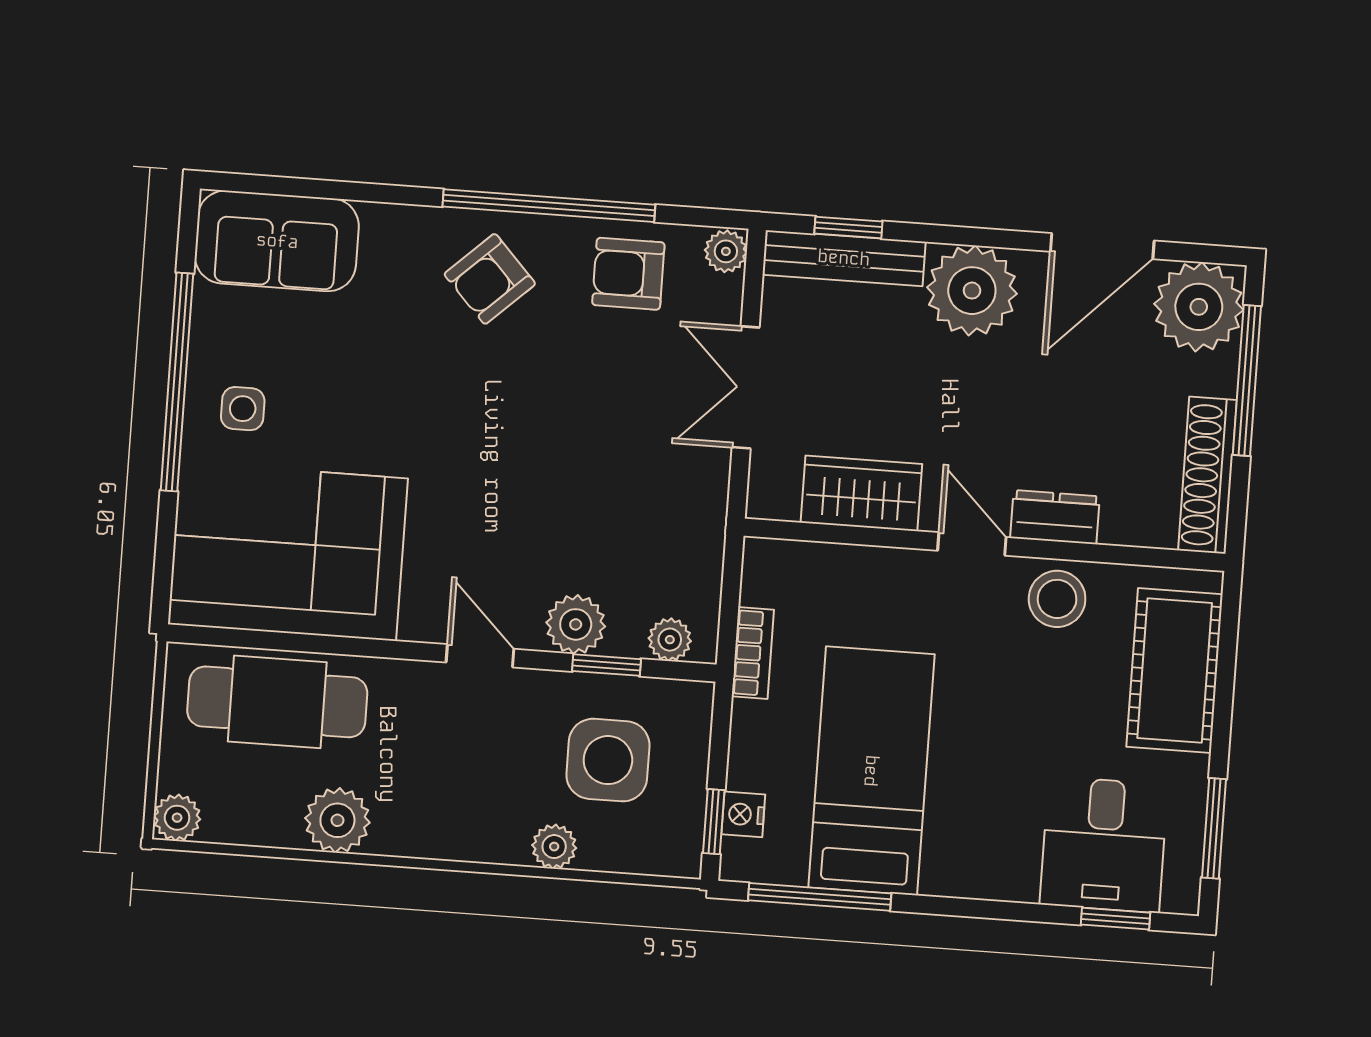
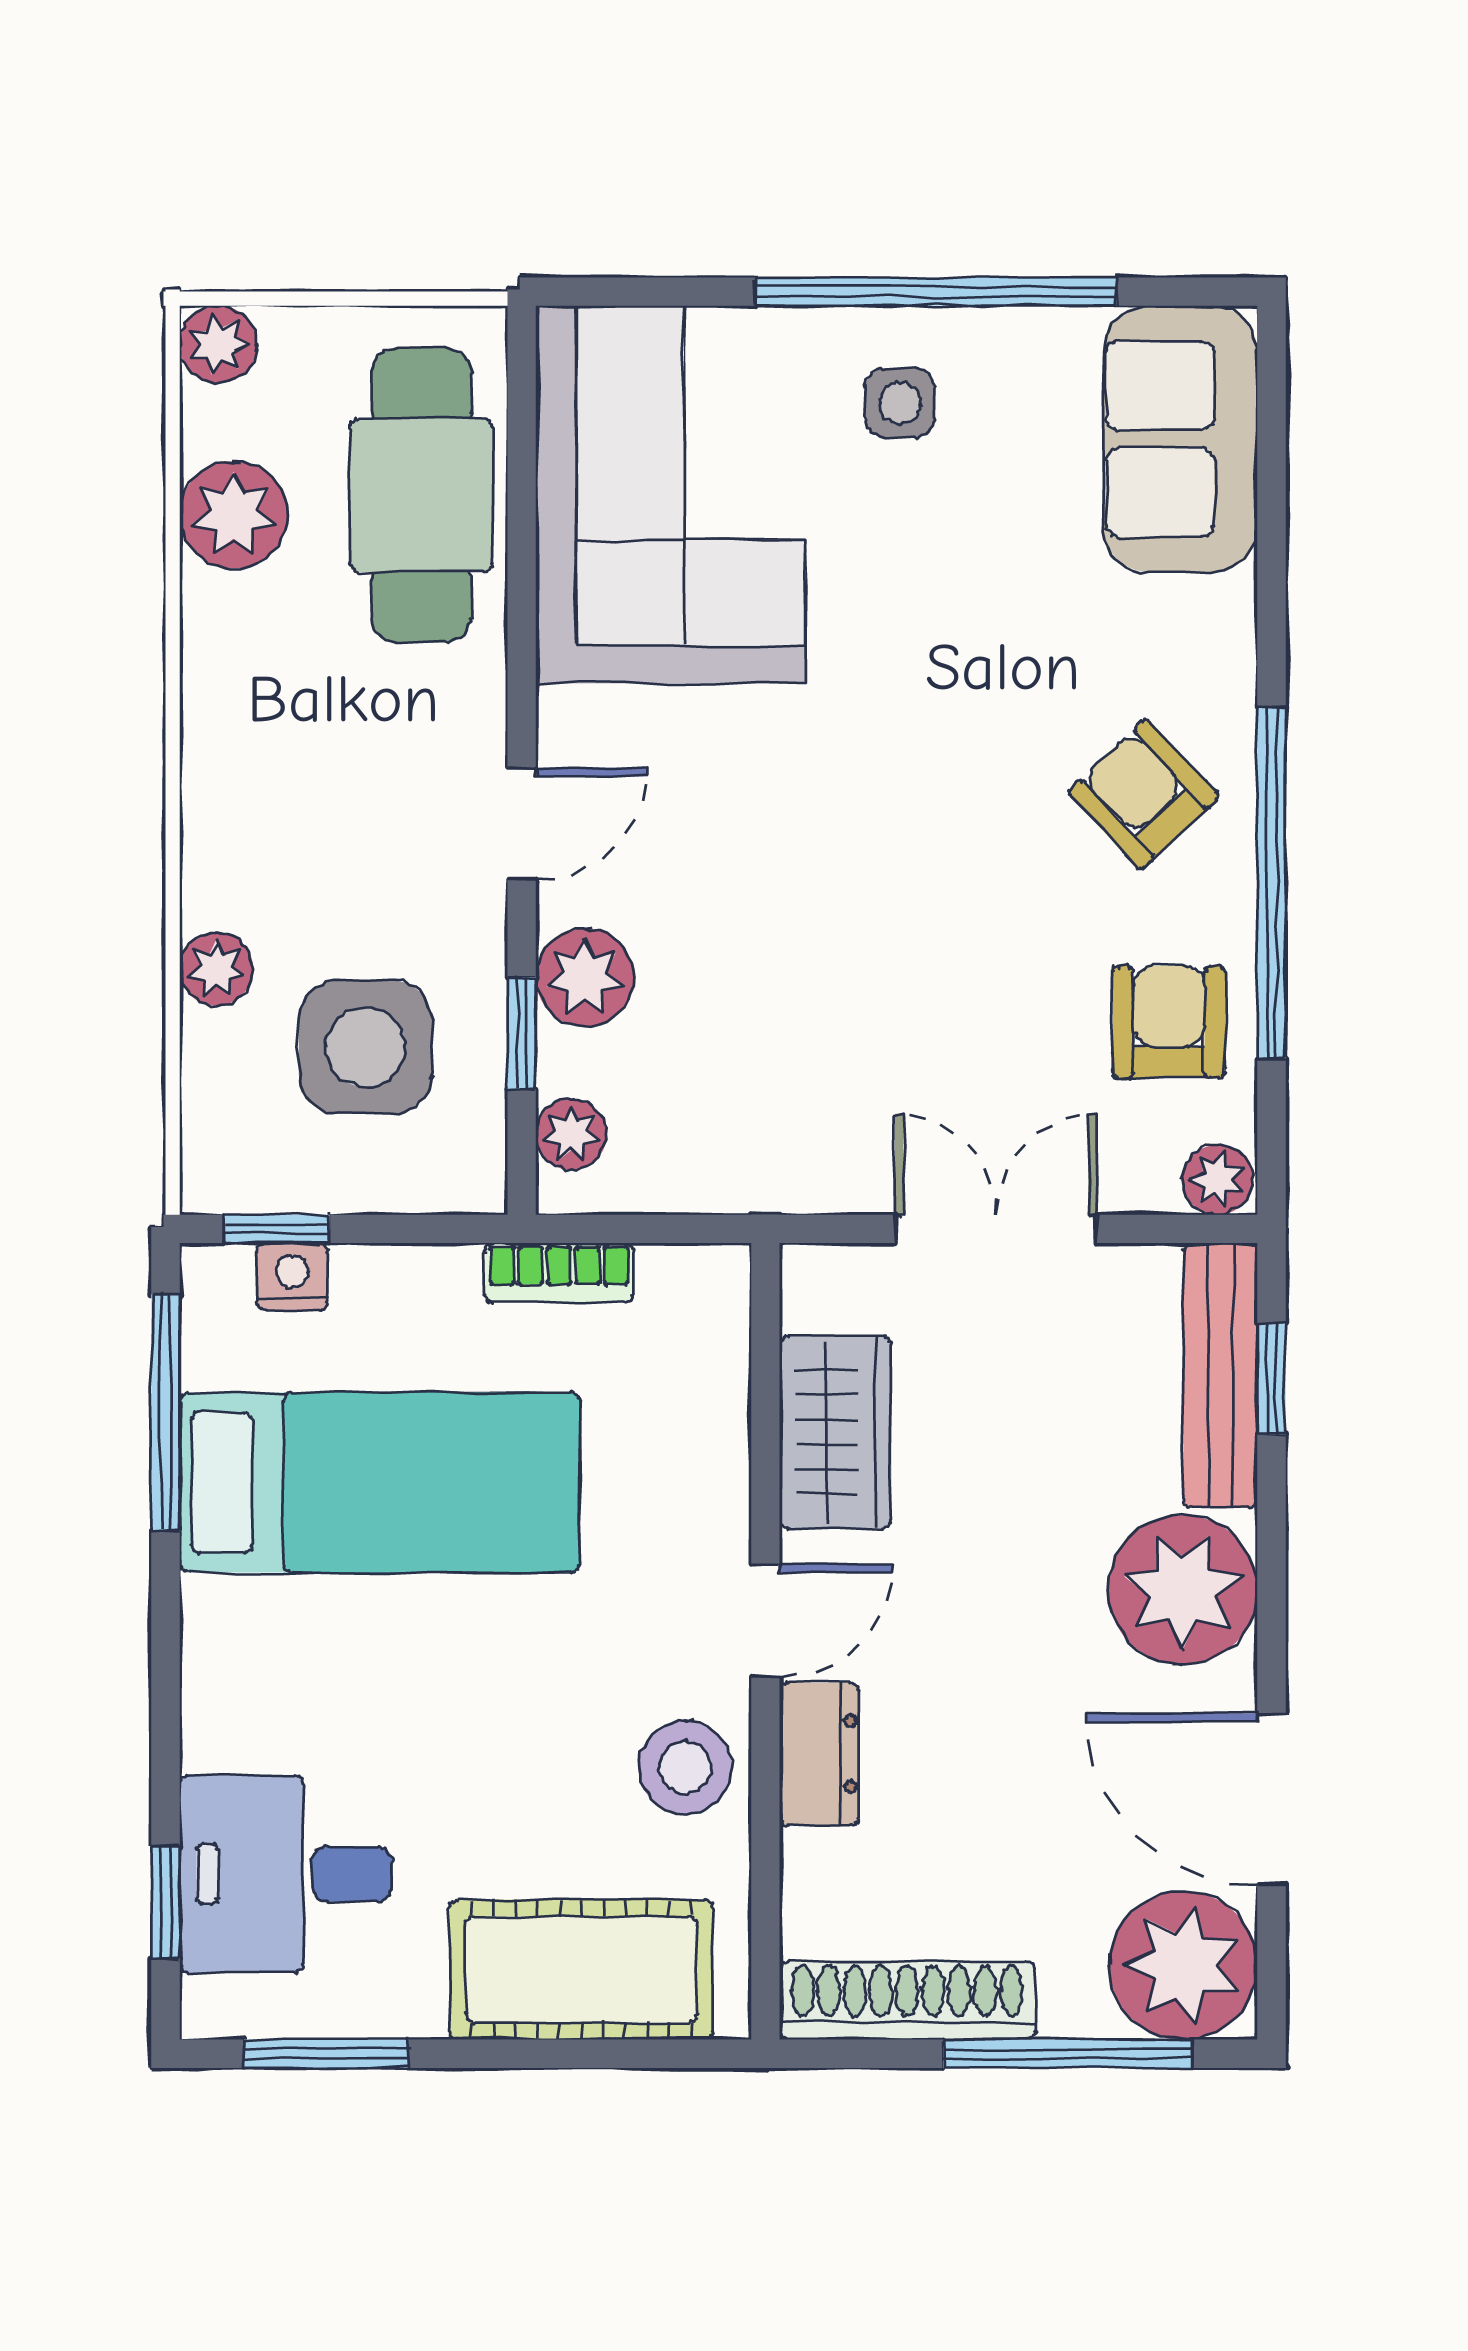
plant: (337, 820) -> (233, 515), moved

